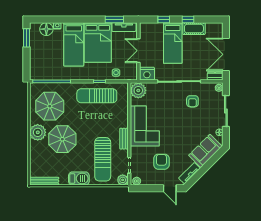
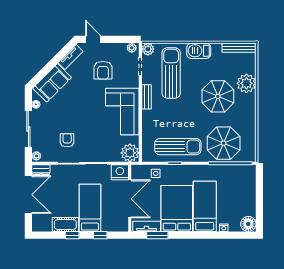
floor lamp: (46, 29) -> (248, 224), moved
window: (26, 38) -> (259, 214), removed
double door: (138, 51) -> (130, 199), width x1.37
parasol: (50, 106) -> (224, 143), moved
plant: (38, 132) -> (246, 83), moved

